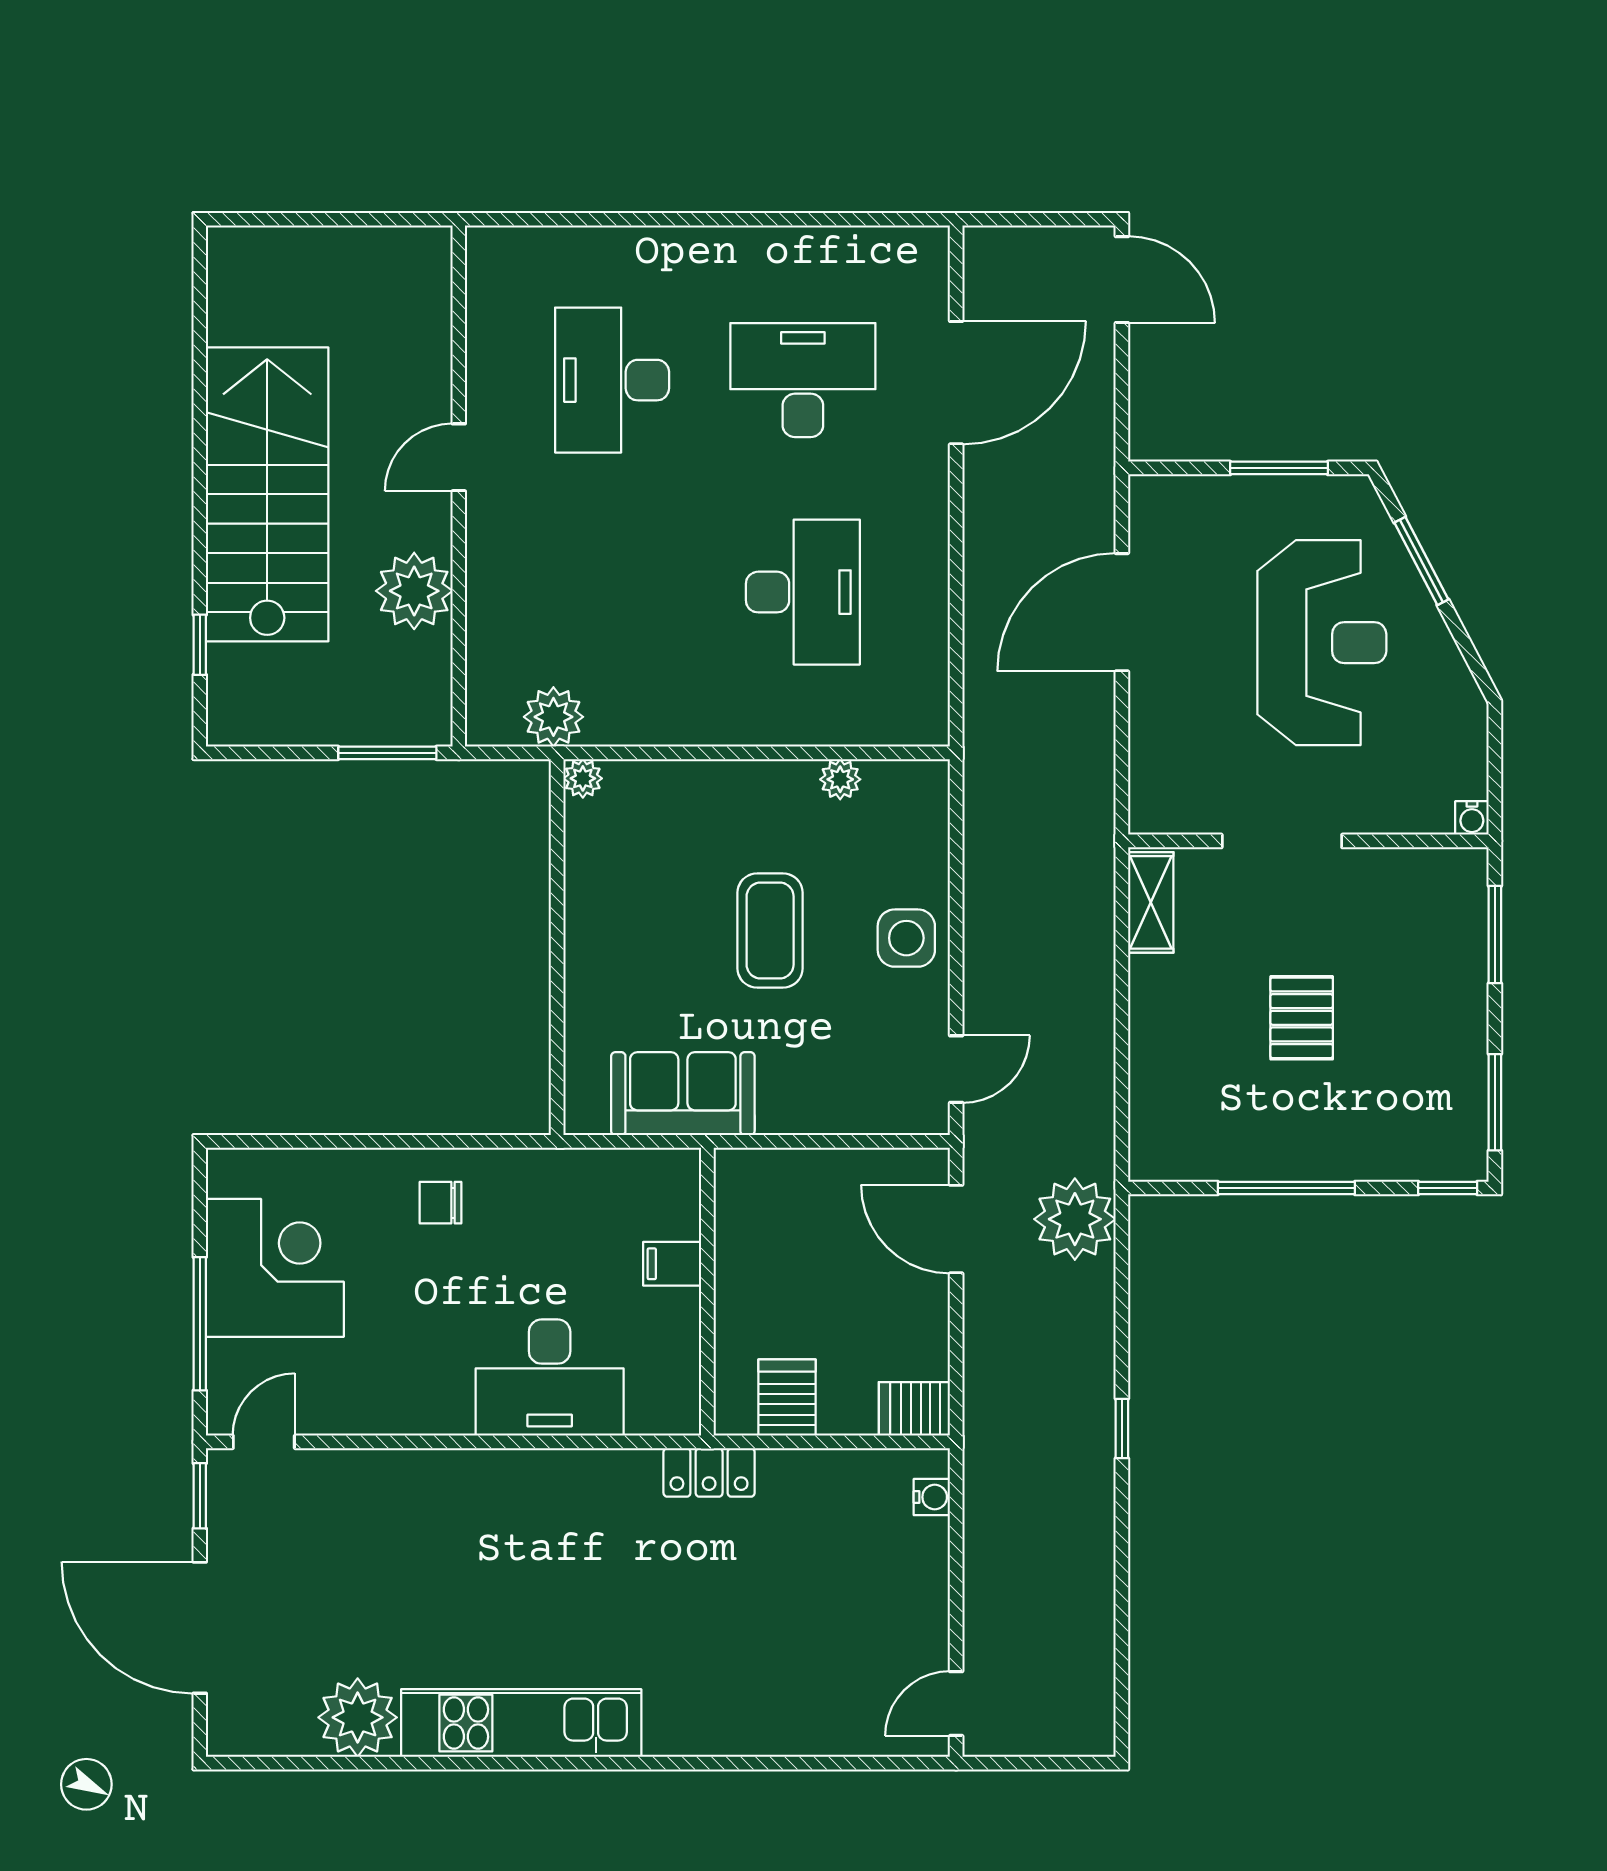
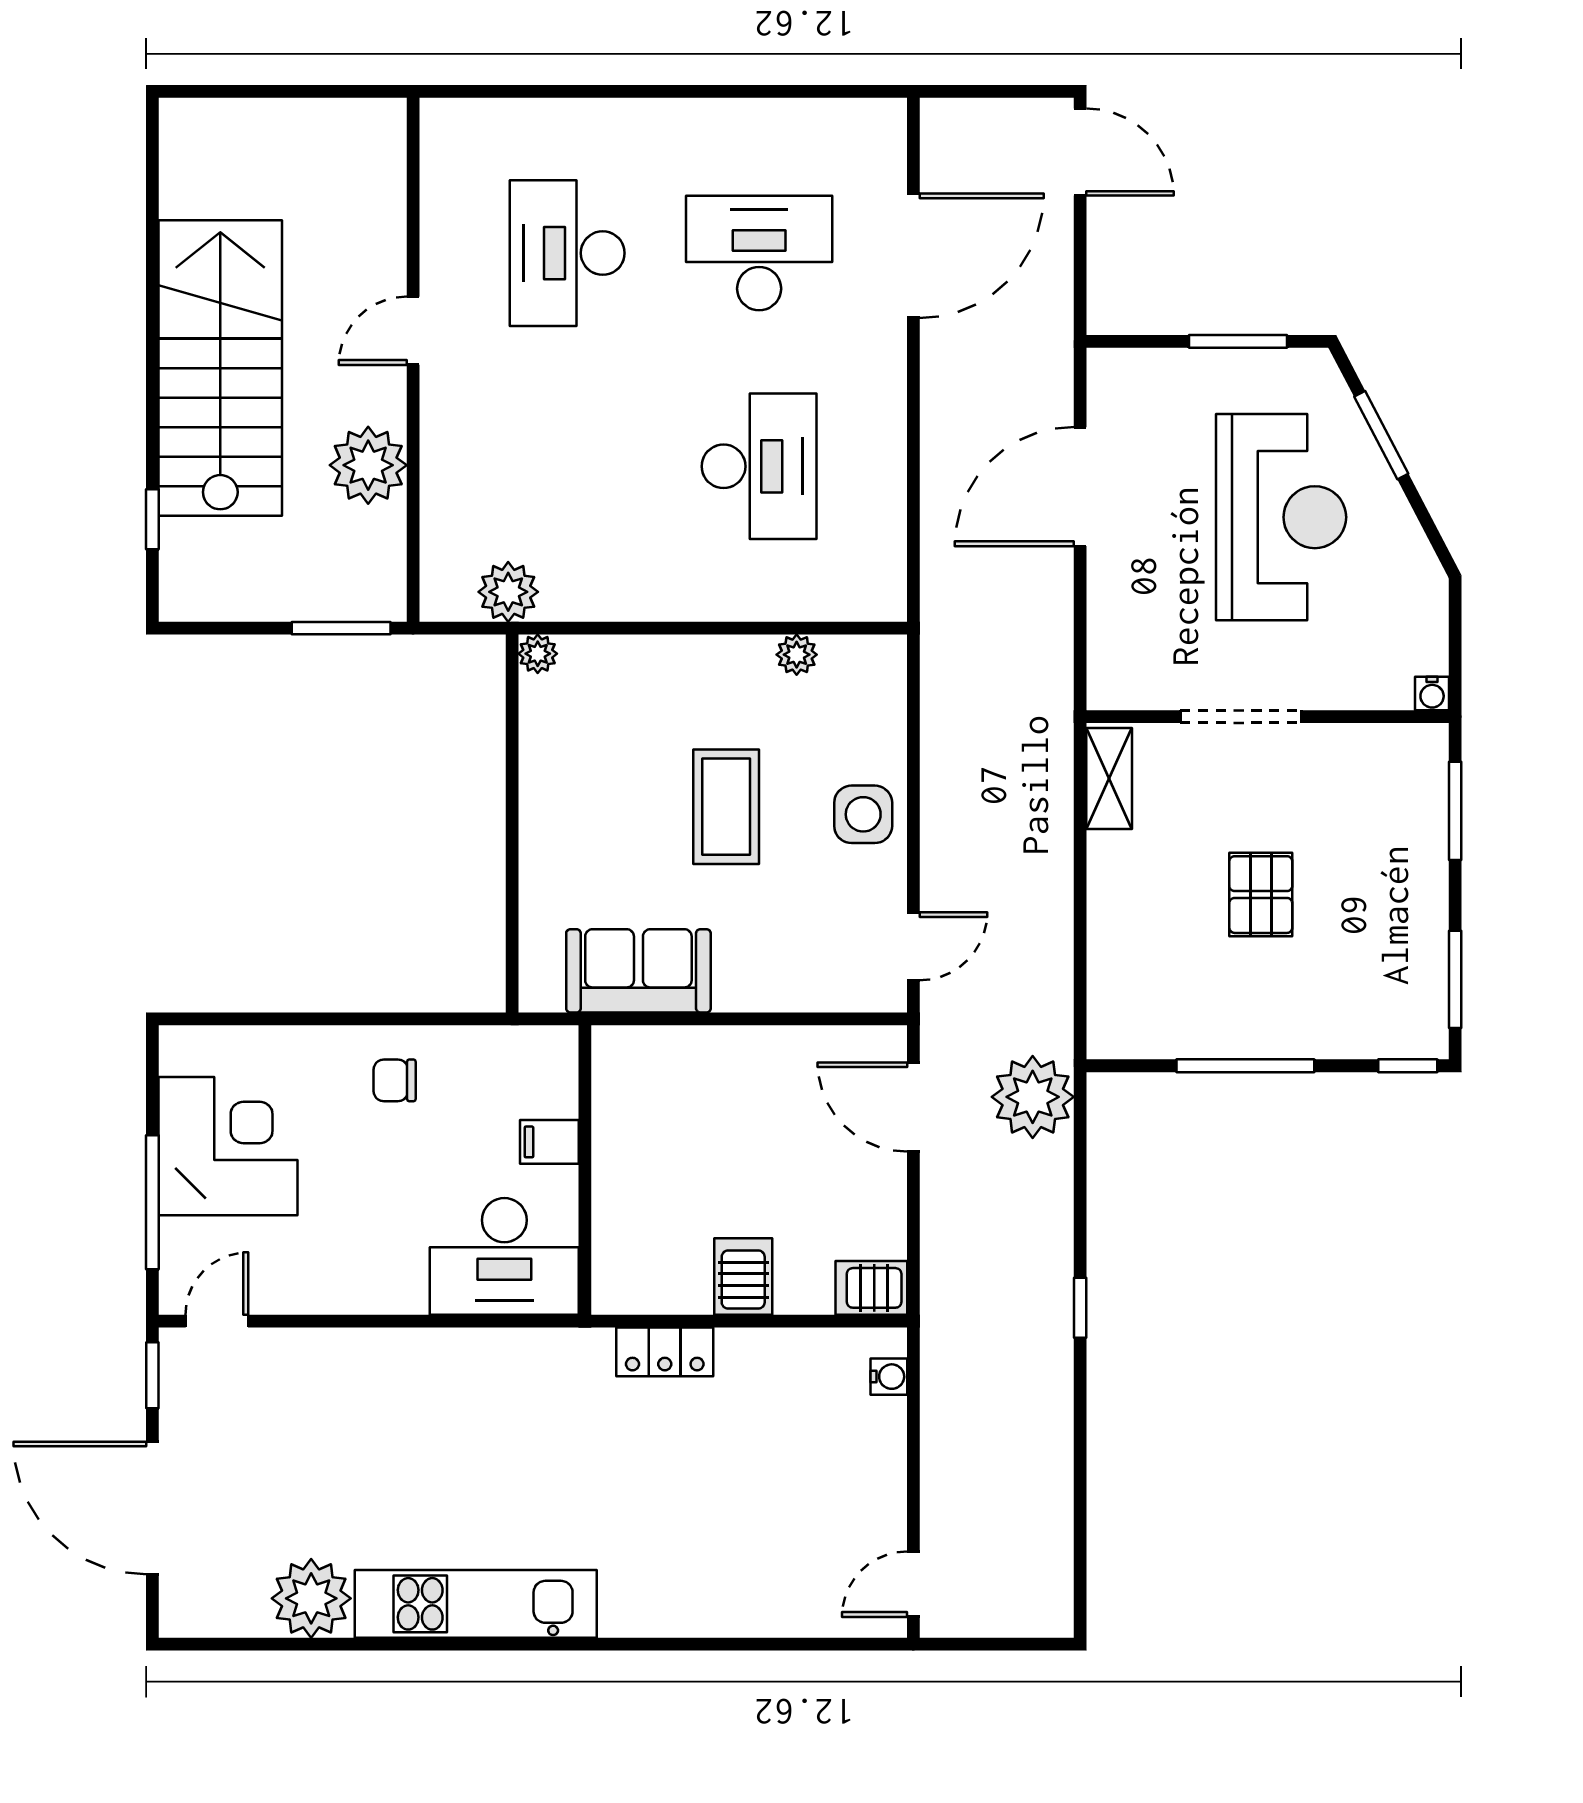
filing cabinet: (672, 1264) -> (549, 1142), moved
wall: (707, 1292) -> (585, 1170), moved

